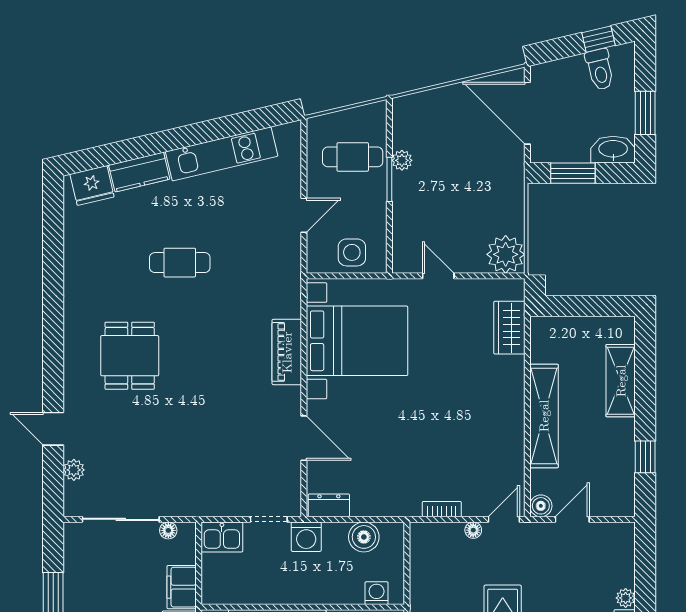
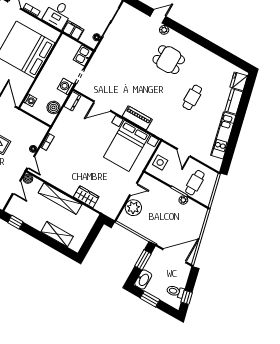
plant: (506, 254) -> (133, 208), moved
wardrobe: (509, 328) -> (86, 197), moved
window: (645, 457) -> (15, 222), moved
plant: (74, 470) -> (164, 30), moved

